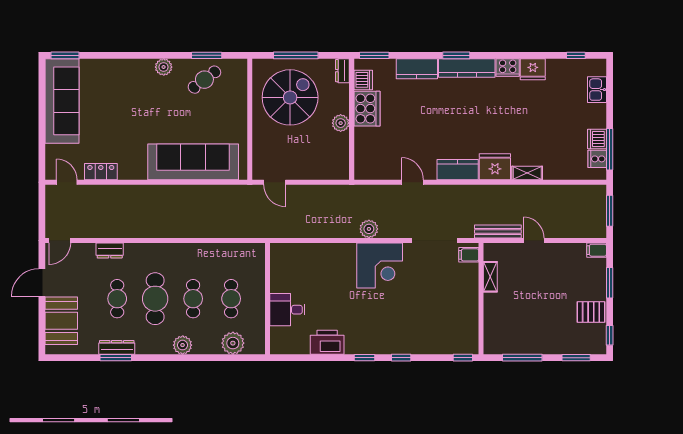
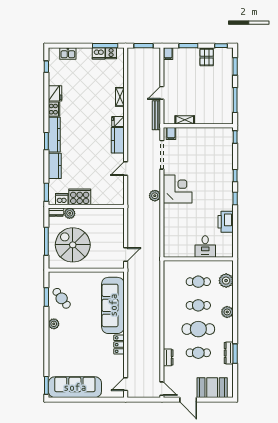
plant: (341, 123) -> (70, 213), moved
fridge: (495, 167) -> (118, 122), width x0.53, depth x0.75
locker: (101, 172) -> (119, 345), moved

